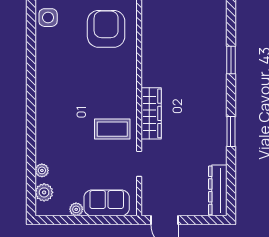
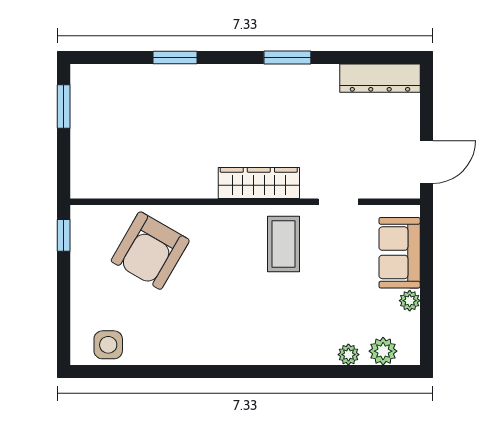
armchair: (106, 29) -> (150, 251), moved, turned -60

